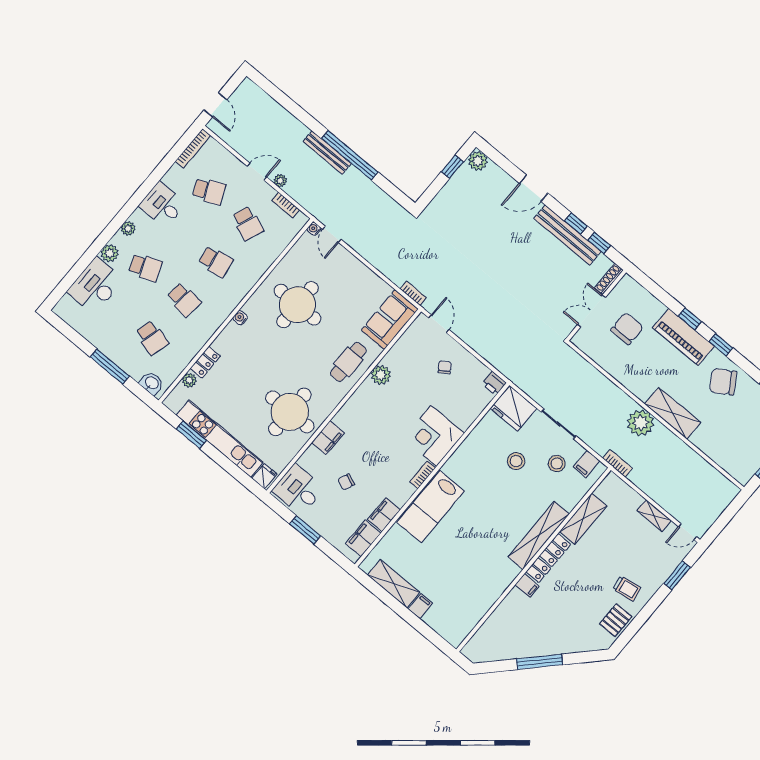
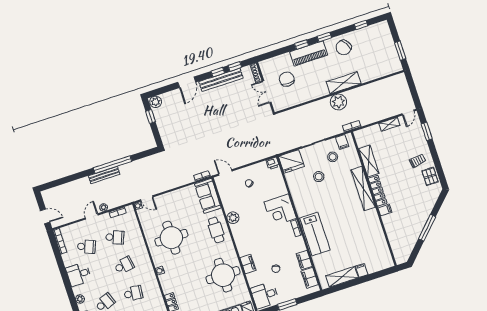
school desk: (209, 191) -> (86, 247), turned 45

